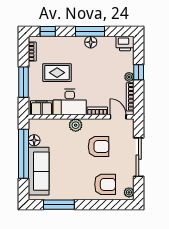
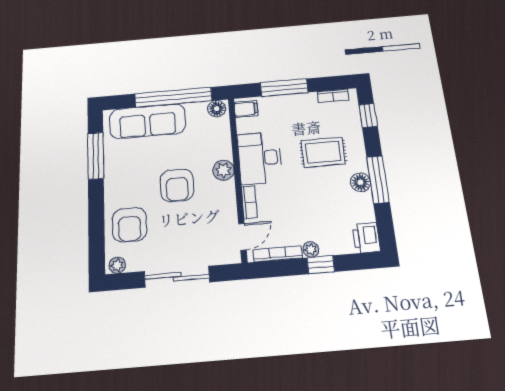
rug: (57, 73) -> (323, 152), moved, turned 90
filing cabinet: (41, 108) -> (246, 109), width x0.50
floor lamp: (34, 140) -> (217, 109), moved
armchair: (99, 147) -> (177, 185), moved

